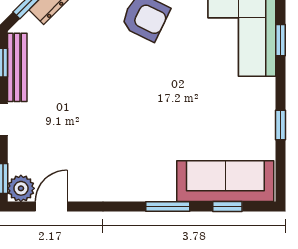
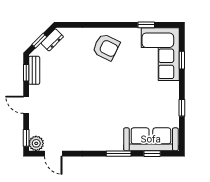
bench: (17, 67) -> (34, 70), width x0.73
door: (51, 207) -> (53, 154), swing flipped

